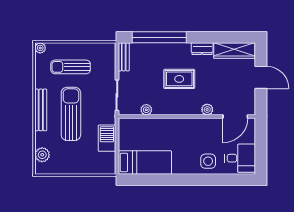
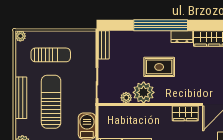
window: (159, 37) -> (161, 25), moved
sun lounger: (71, 67) -> (51, 55), turned 180
plant: (207, 110) -> (144, 92), moved, width x1.88, depth x1.88
wardrobe: (205, 125) -> (185, 113), added

